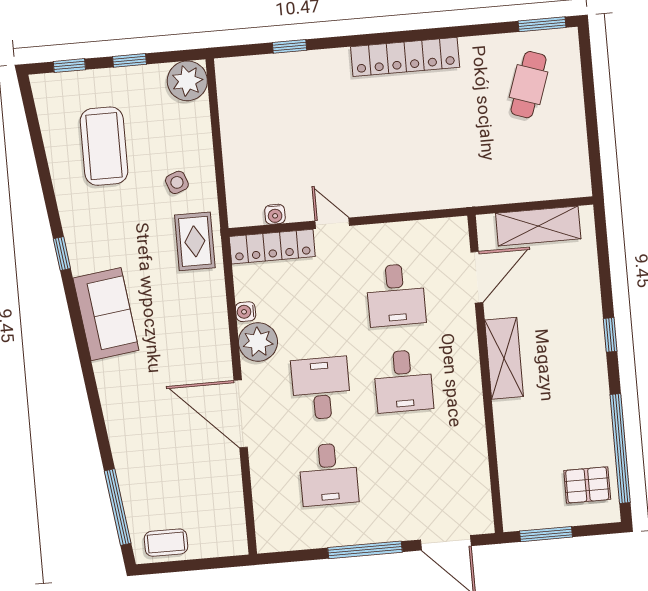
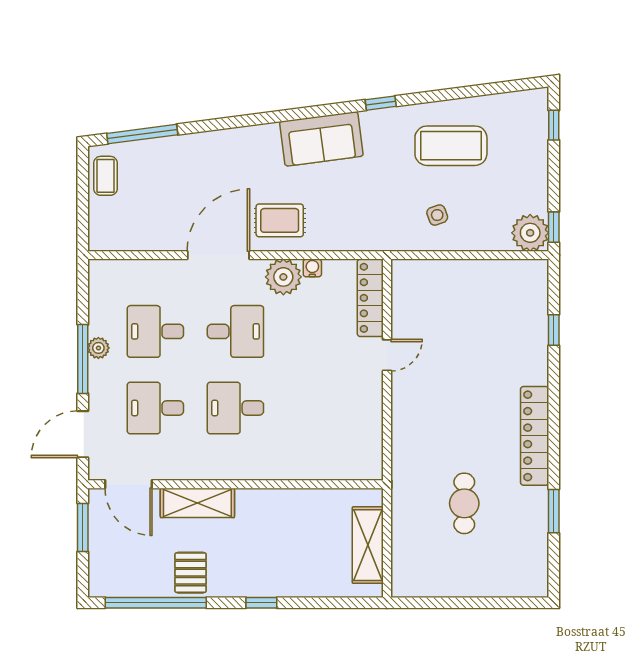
window: (542, 24) -> (554, 511), moved
window: (130, 60) -> (554, 227), moved
cafe table: (529, 85) -> (464, 503), moved, turned 71
coffee table: (104, 146) -> (451, 146), moved
water cooler: (275, 214) -> (400, 303), removed
rug: (195, 241) -> (280, 220), moved
door: (477, 277) -> (129, 484), moved
desk: (396, 295) -> (155, 408), moved
shelving: (504, 358) -> (197, 503), moved
pallet: (587, 485) -> (191, 573), moved
plant: (352, 534) -> (98, 348), added

